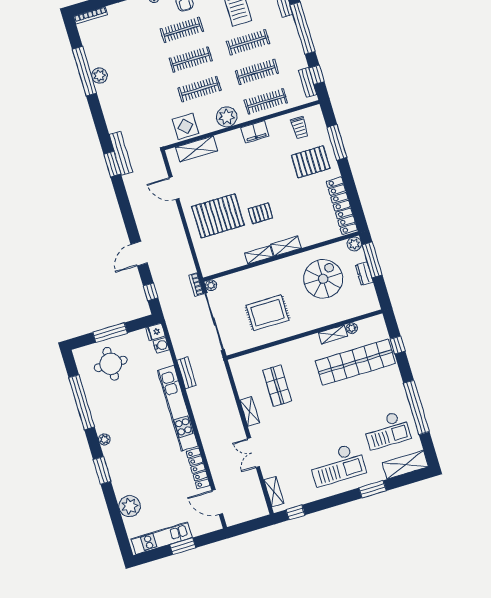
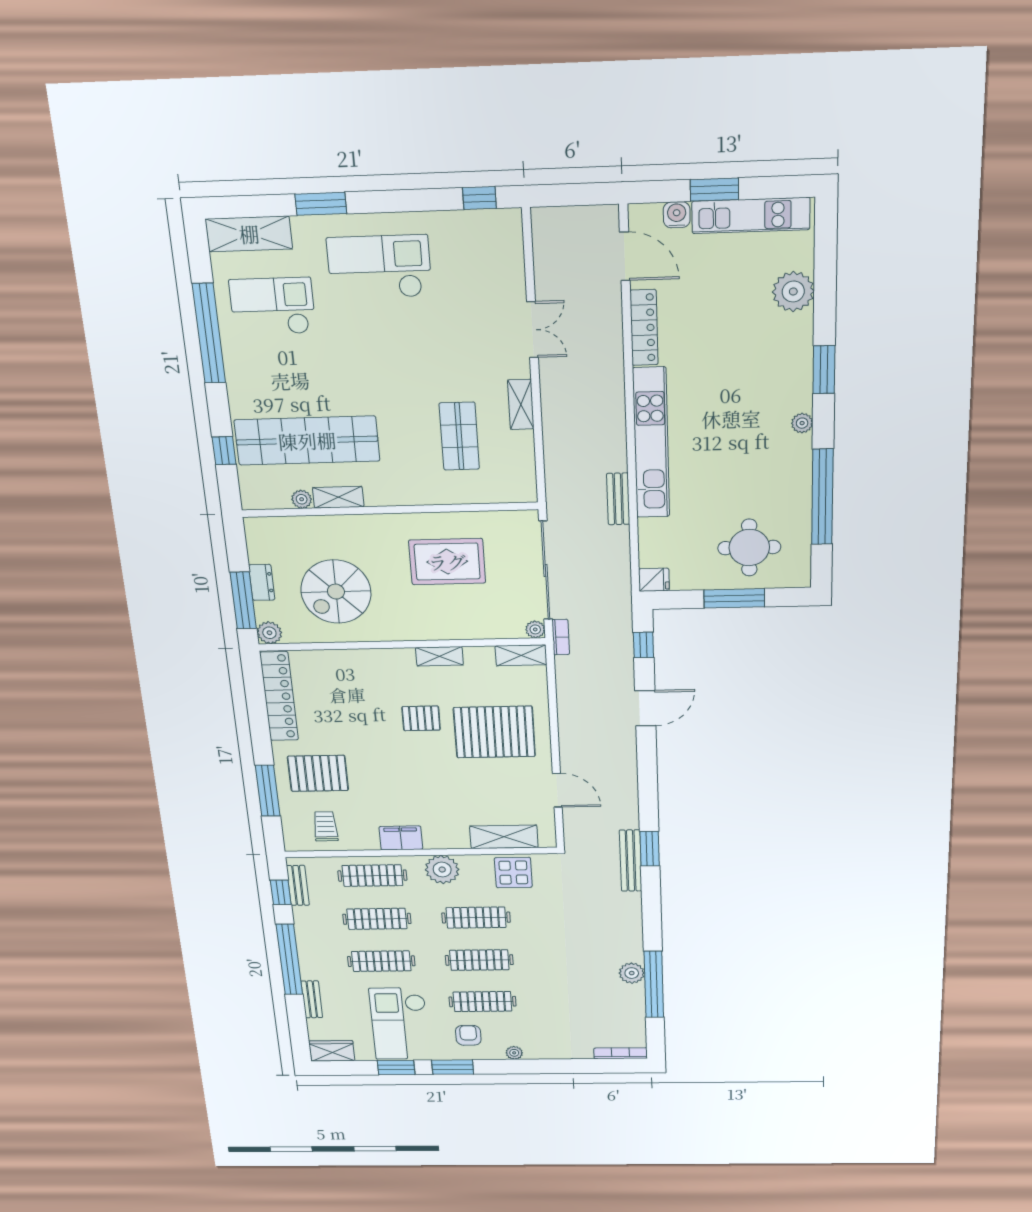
shelving: (286, 246) -> (521, 655), moved
water cooler: (161, 345) -> (677, 215), moved, turned 90
shelving: (274, 492) -> (512, 248), removed

